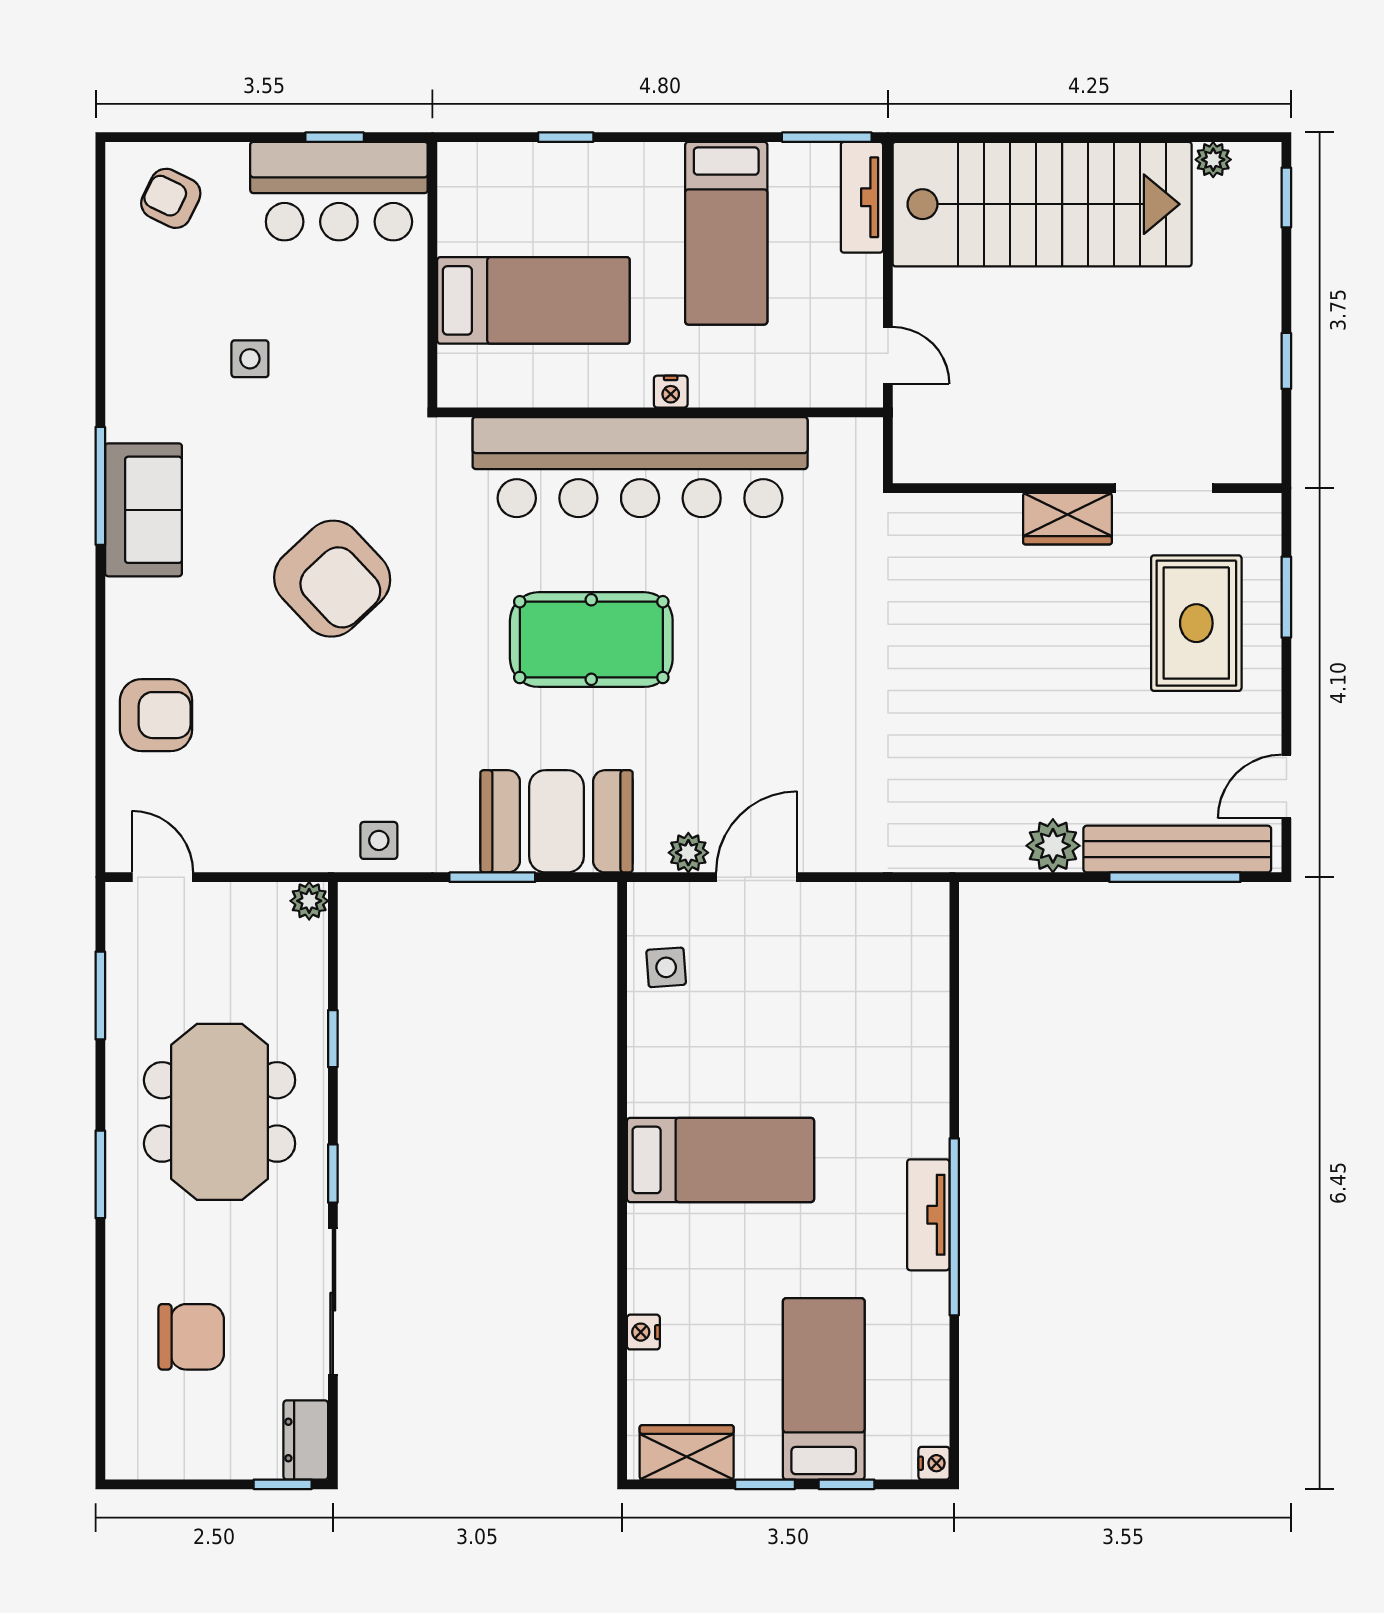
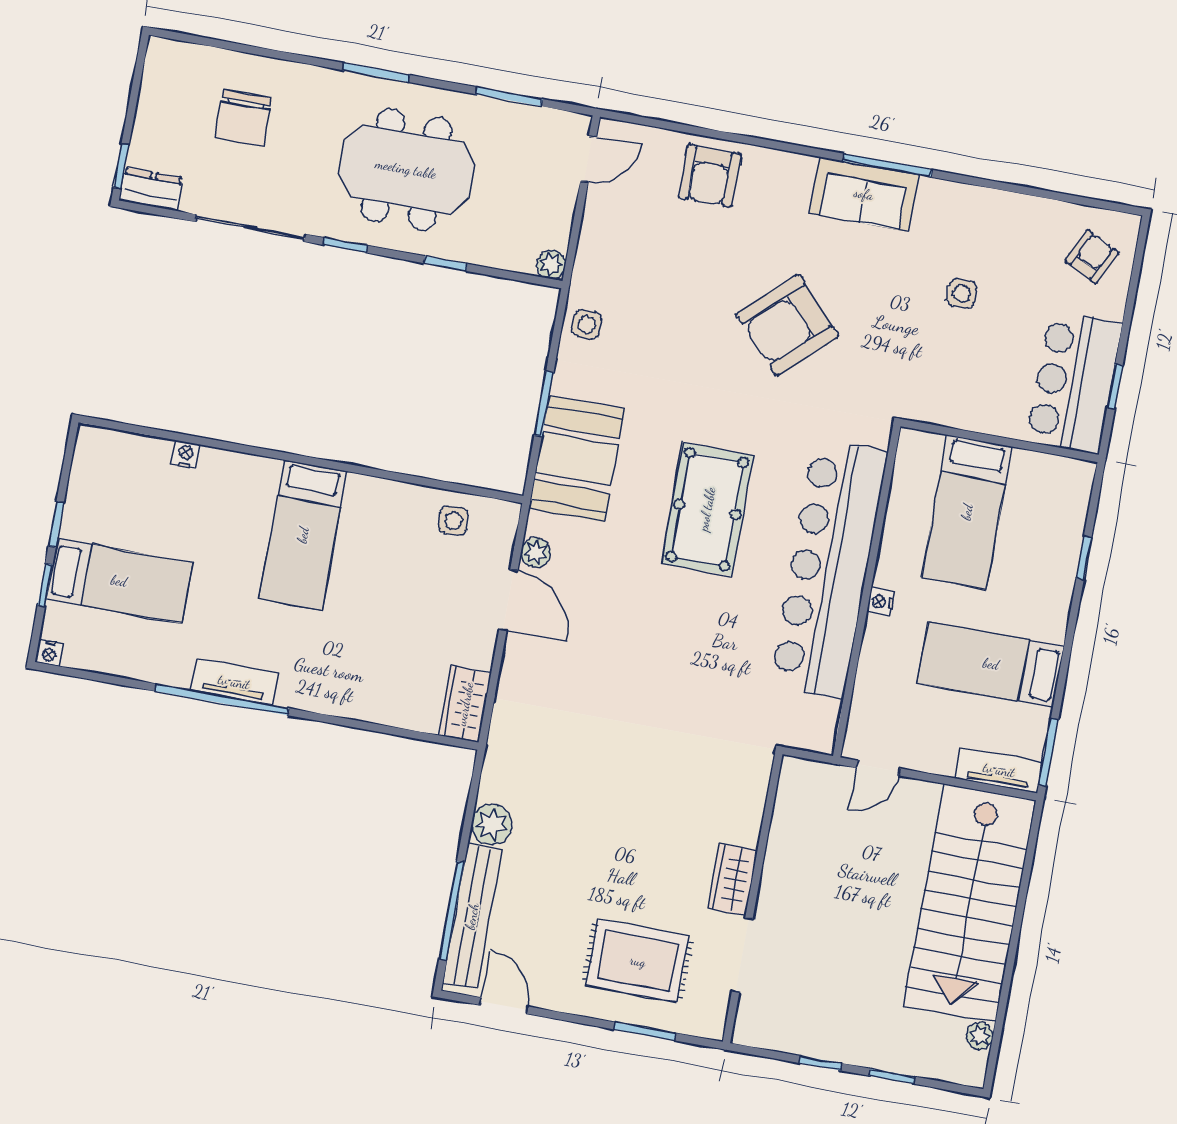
window: (1286, 197) -> (892, 1076), moved
wardrobe: (687, 1452) -> (465, 704), moved, turned 180

